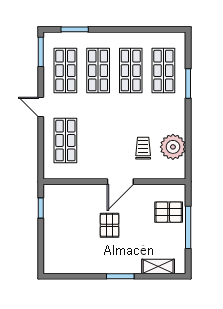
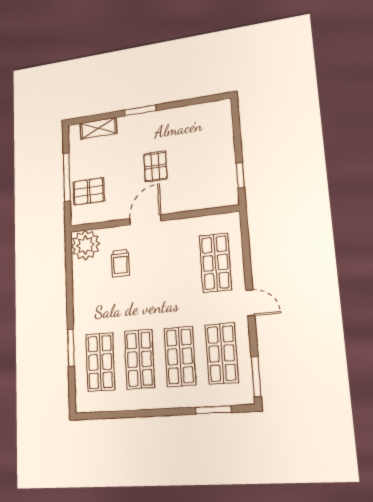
plant: (173, 147) -> (85, 245), moved

